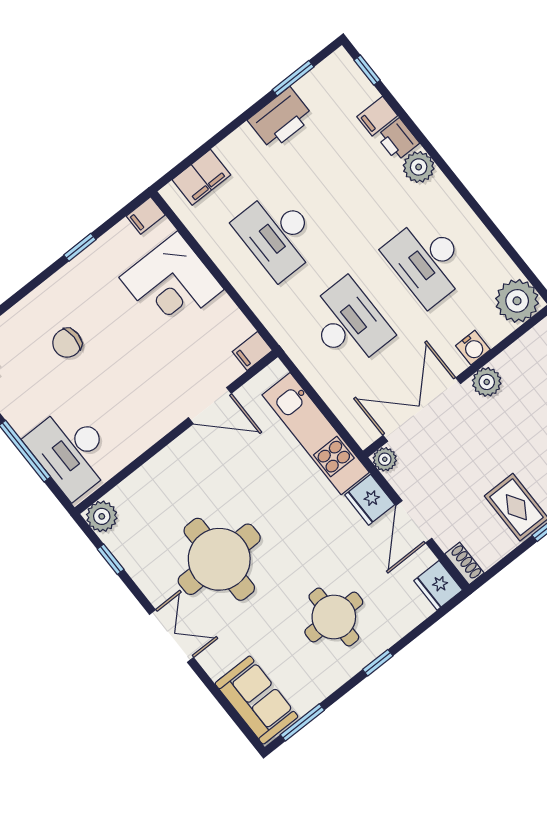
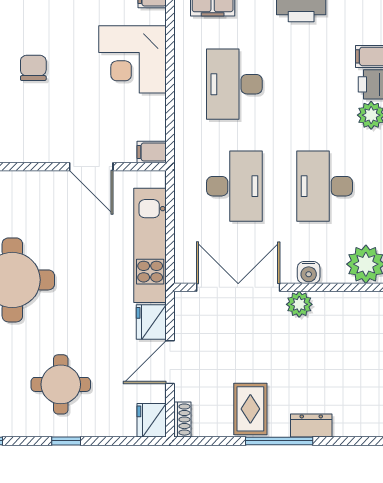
chair: (67, 343) -> (33, 68), moved, turned 90
plant: (385, 459) -> (184, 302), removed

